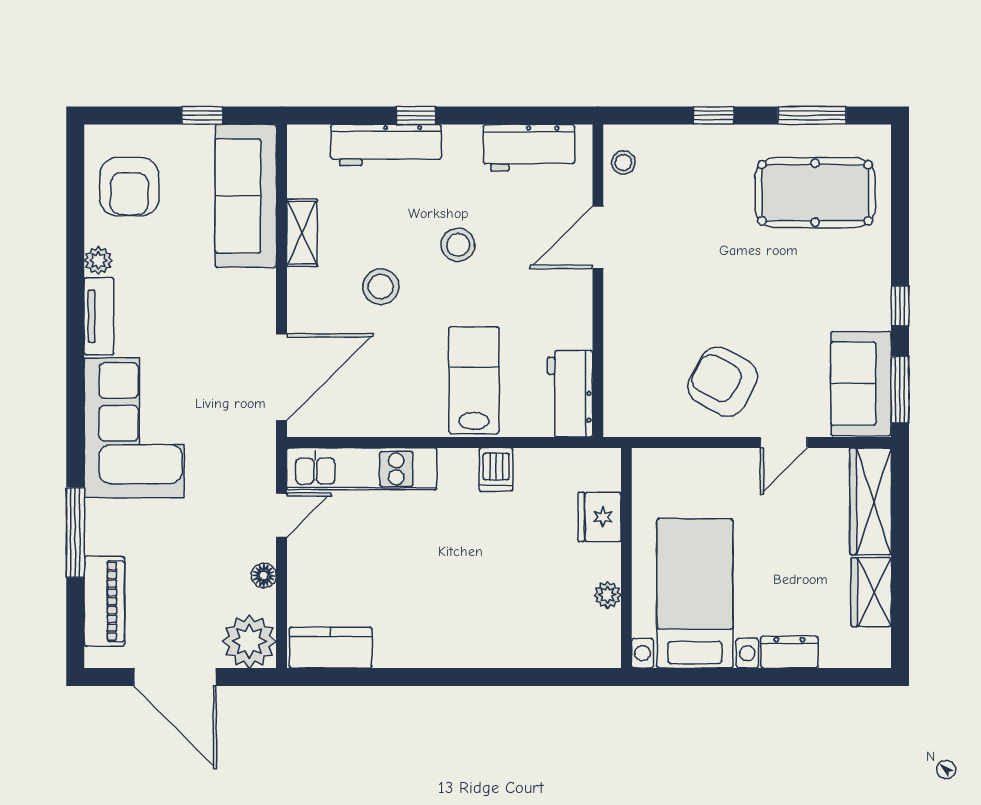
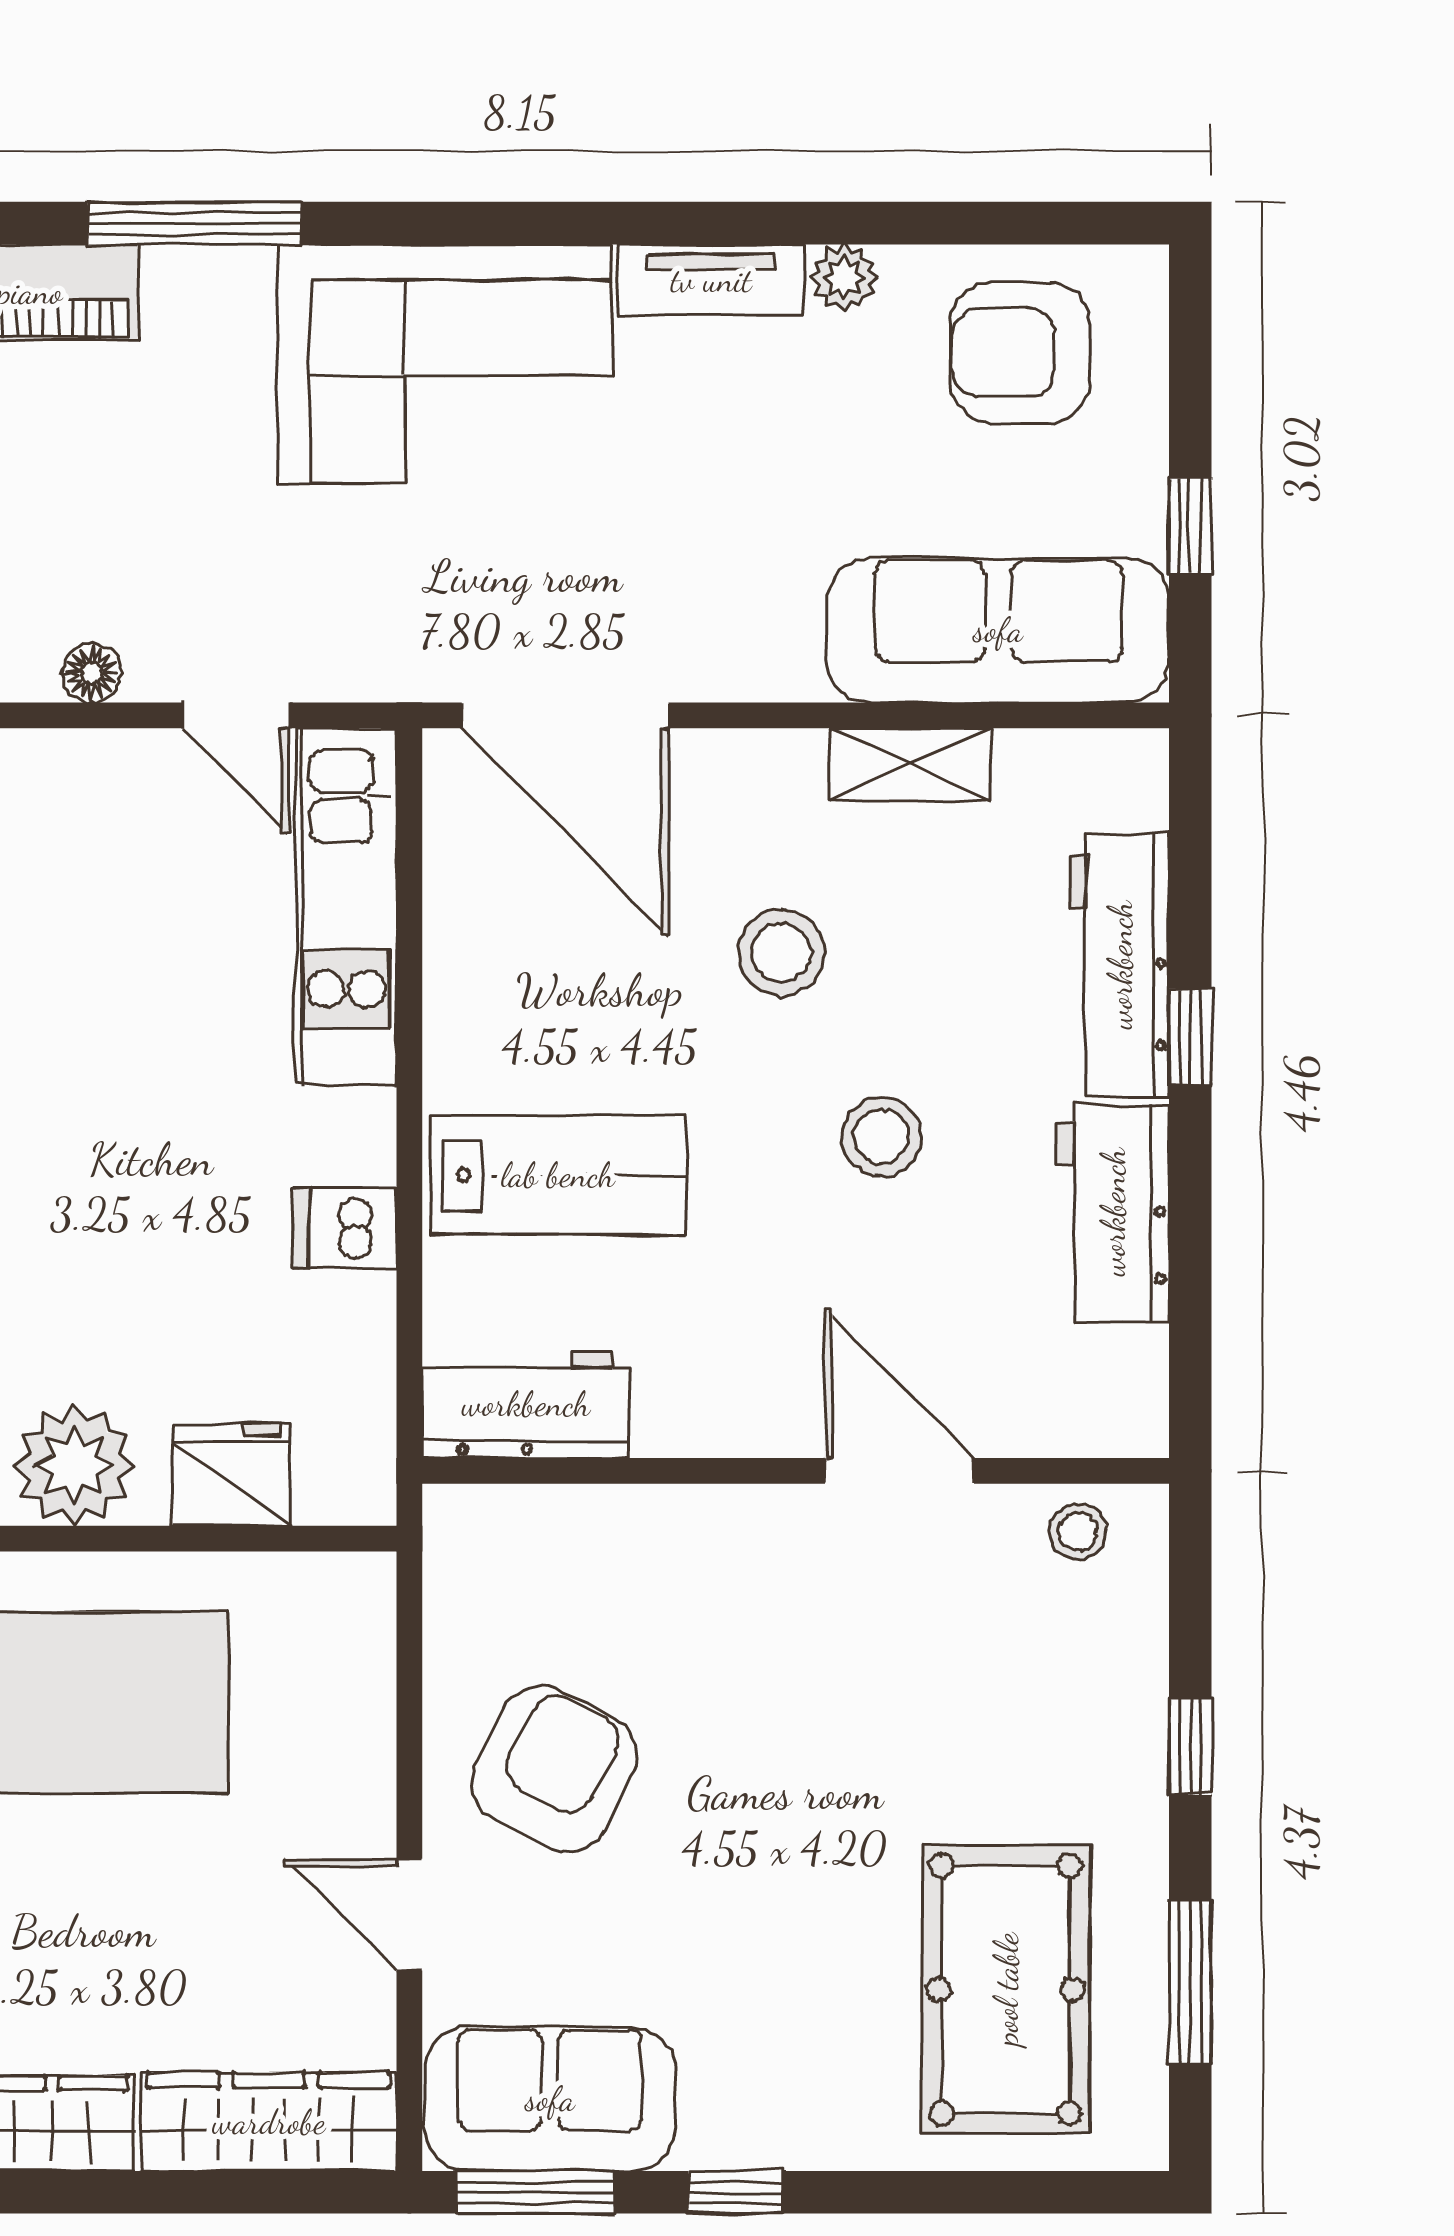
workbench: (529, 148) -> (1113, 1212), moved
plant: (607, 595) -> (74, 1465), width x1.87, depth x1.87

